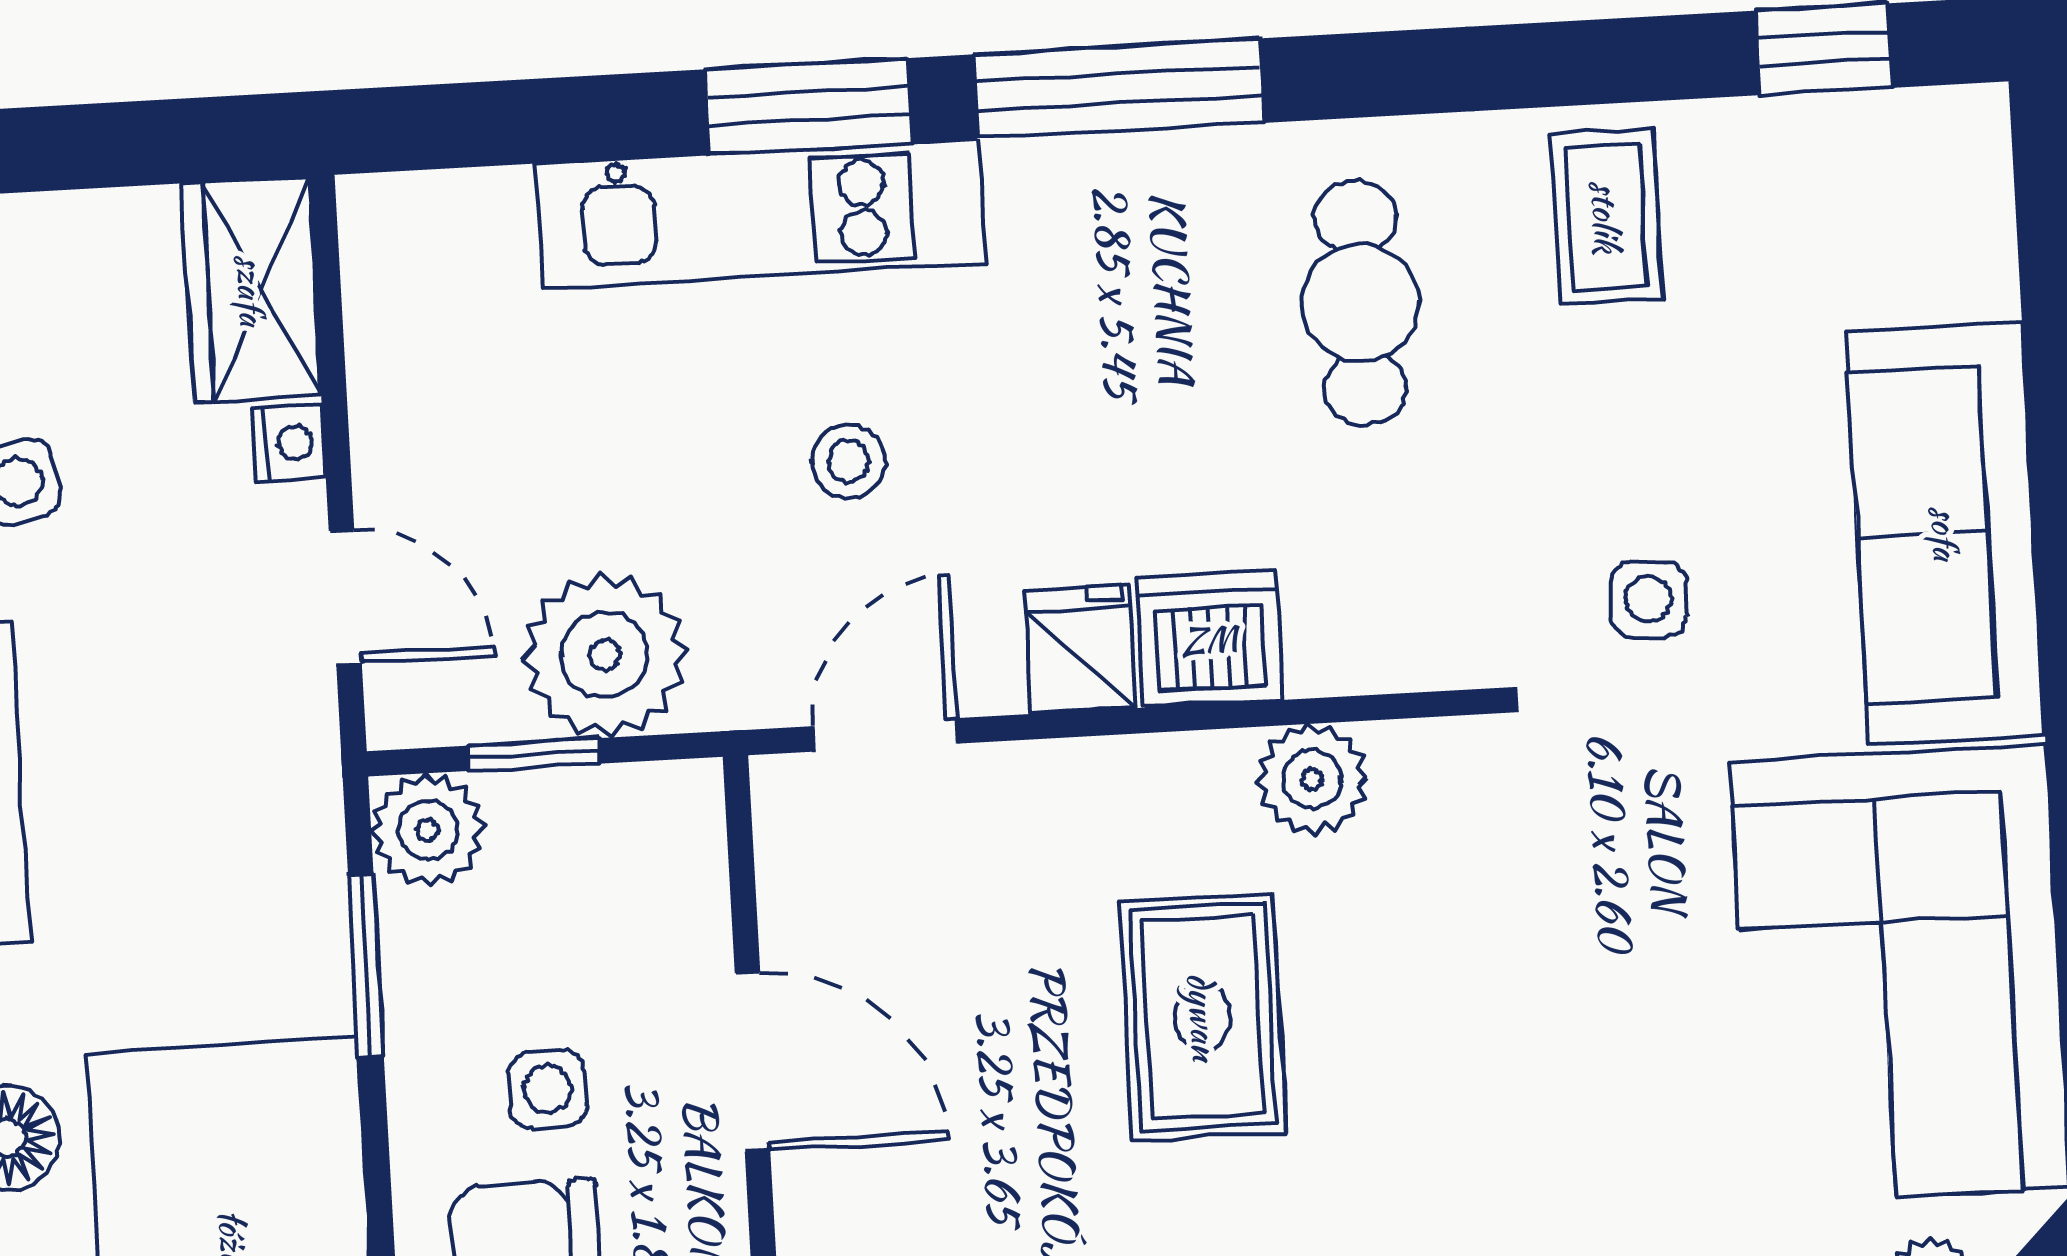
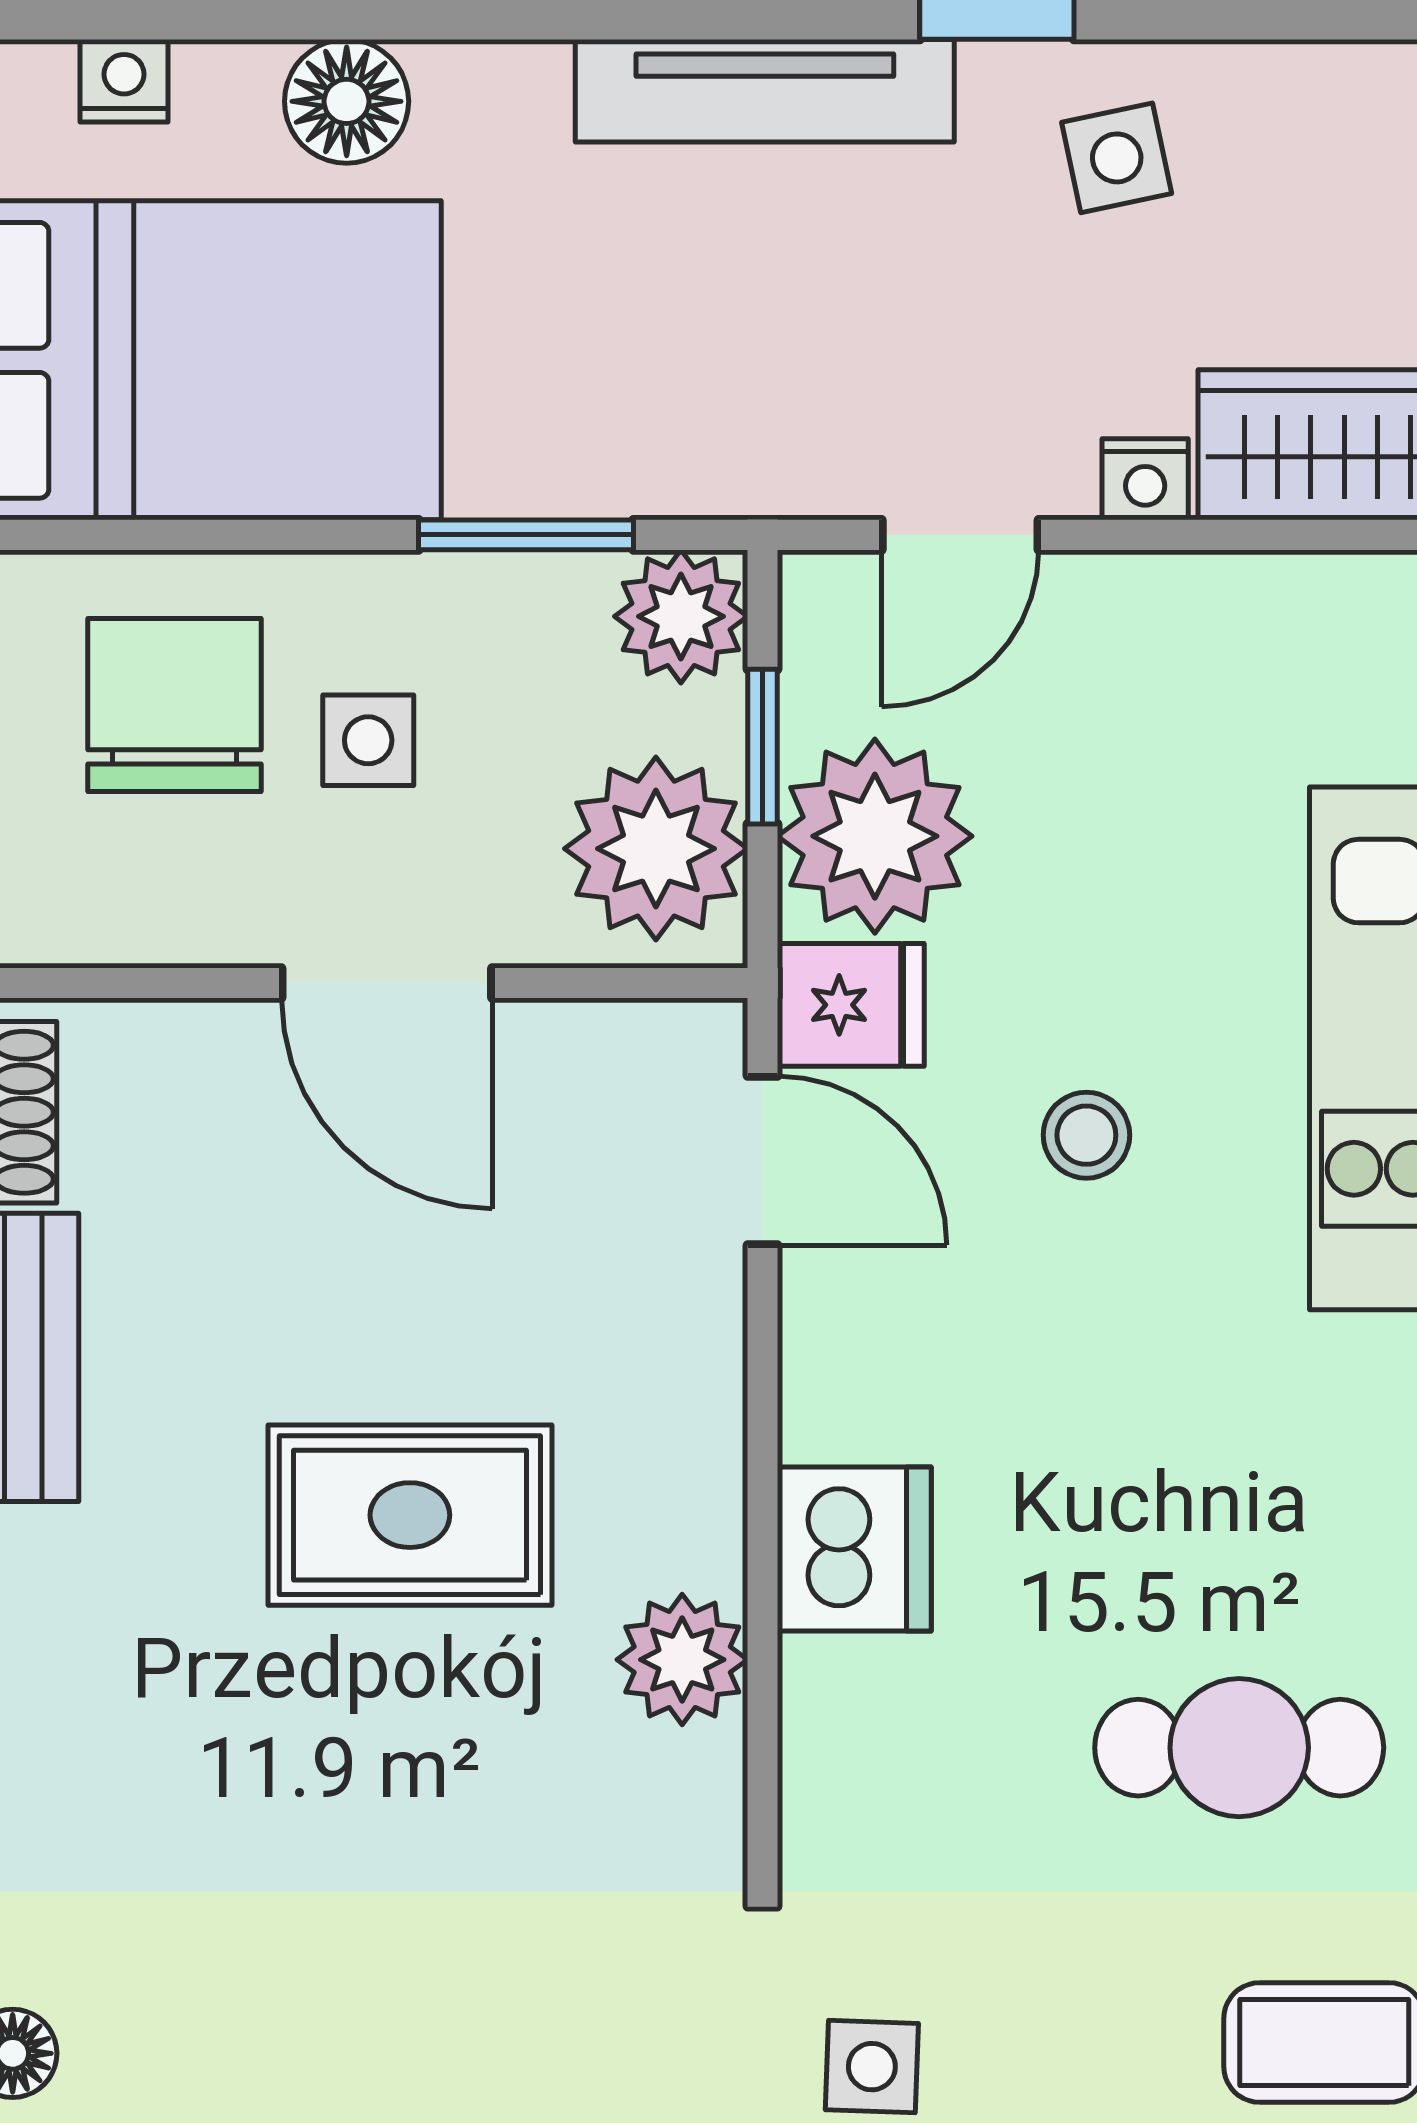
fridge: (1080, 649) -> (851, 1005), moved
plant: (626, 840) -> (656, 849), added
door: (752, 1062) -> (387, 983), hinge flipped

